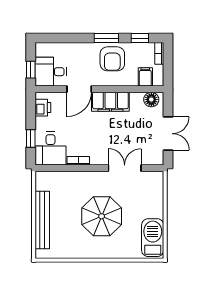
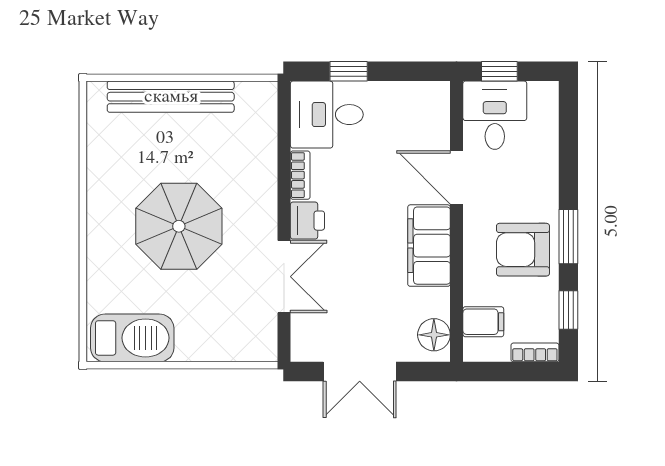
printer: (43, 108) -> (307, 221), moved, turned -90

